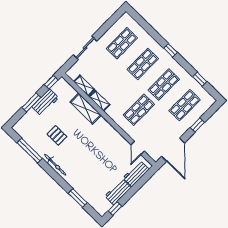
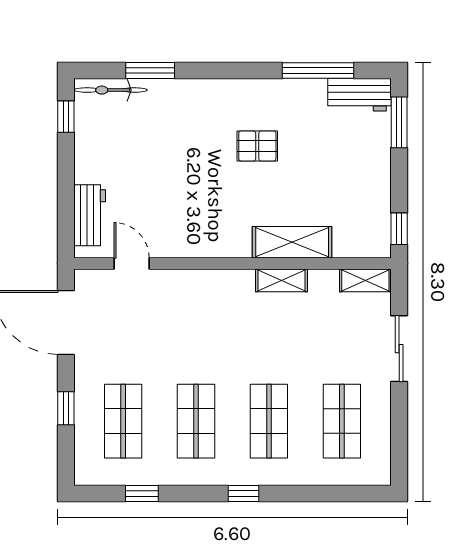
shelving: (84, 86) -> (365, 280), moved
window: (31, 102) -> (399, 122), moved
workbench: (45, 102) -> (359, 95), moved, turned -90
shop shelf: (139, 110) -> (196, 333), removed
pallet: (57, 135) -> (257, 146), moved
bicycle: (55, 165) -> (111, 90), moved
workbench: (118, 192) -> (90, 151), removed

